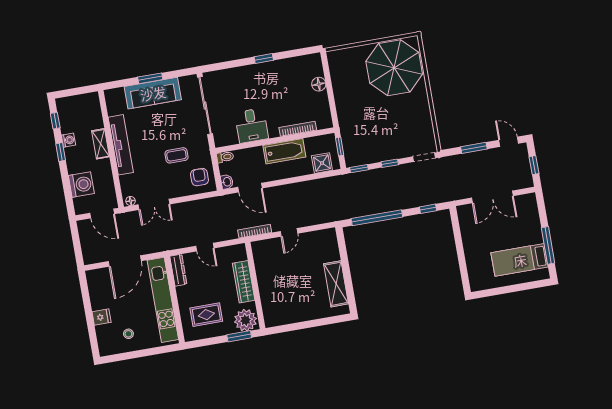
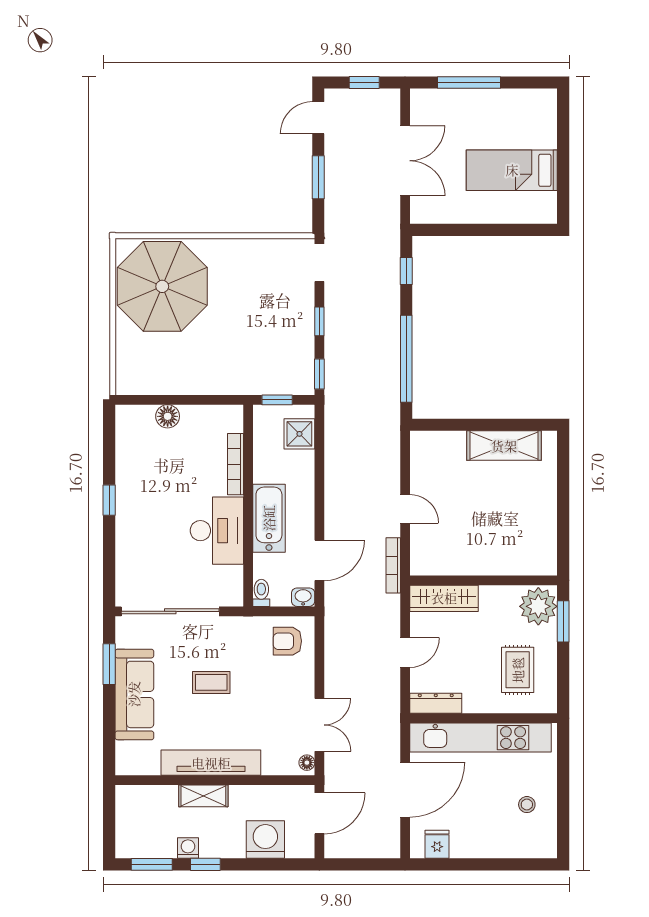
window: (150, 78) -> (109, 664), moved
window: (55, 121) -> (152, 864), width x1.50
desk: (252, 126) -> (217, 531), width x1.37
bathtub: (284, 151) -> (269, 518), moved
coffee table: (176, 155) -> (211, 682), moved, turned 90
window: (548, 245) -> (469, 83), moved
bed: (520, 260) -> (512, 170), moved, turned 90
door: (125, 261) -> (405, 790), hinge flipped
wardrobe: (244, 282) -> (444, 598), moved
fridge: (102, 317) -> (437, 844), moved

